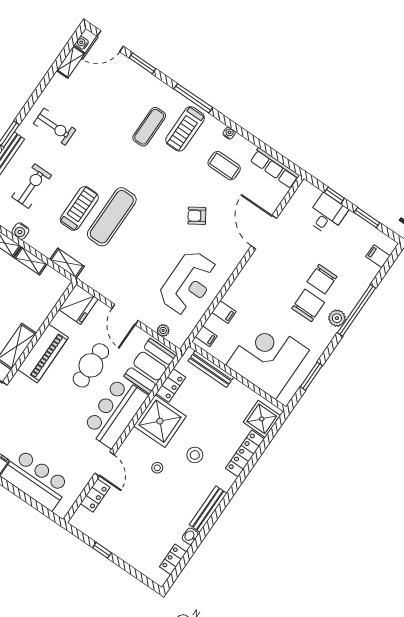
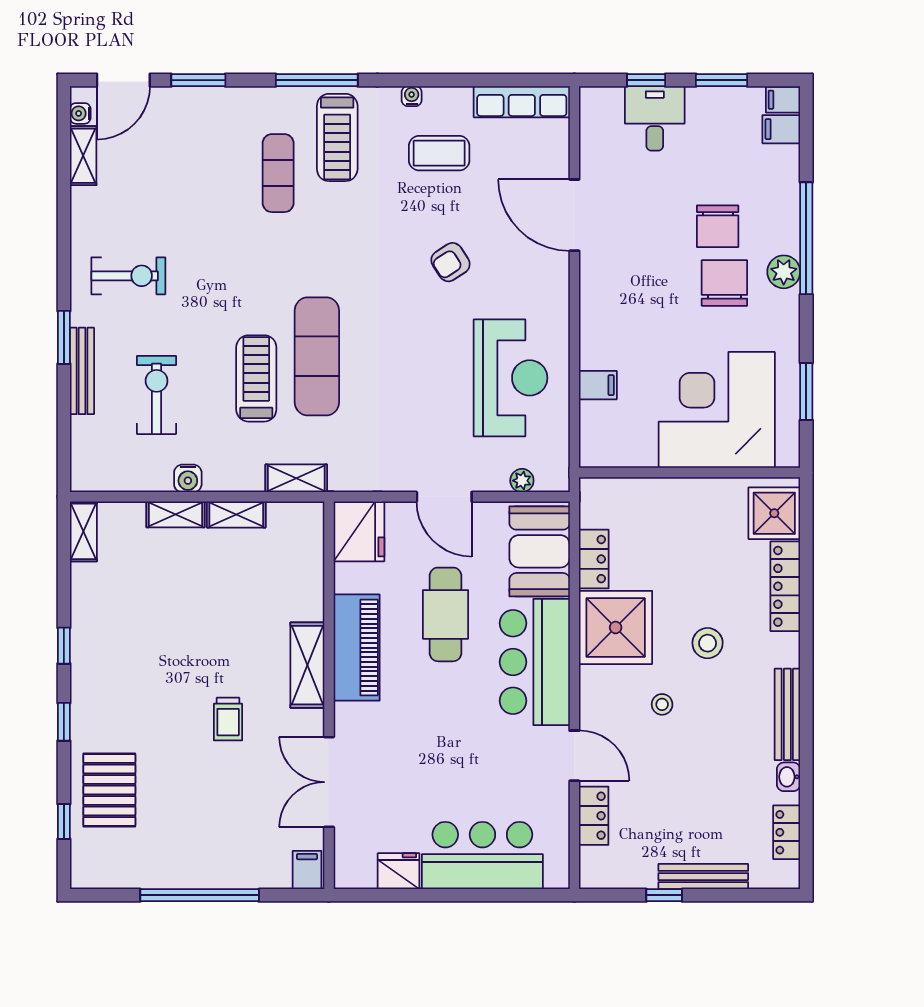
filing cabinet: (206, 336) -> (783, 100), moved, turned 180
bench: (211, 369) -> (703, 877), moved

